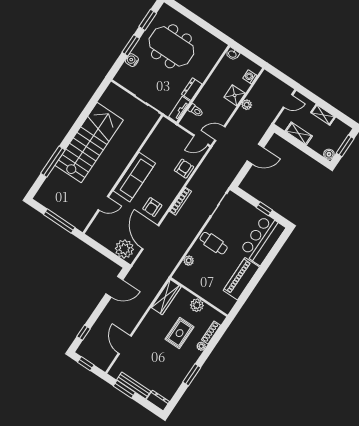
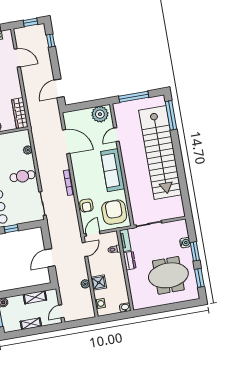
stairs: (89, 143) -> (160, 152), width x1.36
window: (53, 162) -> (171, 115), moved
armchair: (152, 207) -> (114, 212), moved, width x1.88, depth x1.88
plant: (124, 249) -> (100, 114), moved

